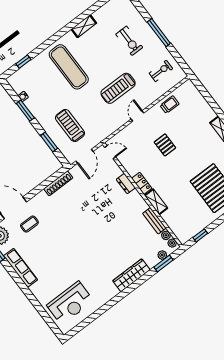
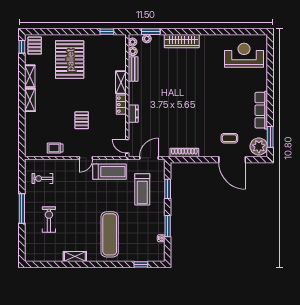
treadmill: (118, 88) -> (110, 172), moved

